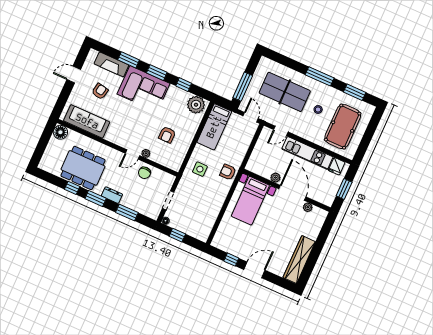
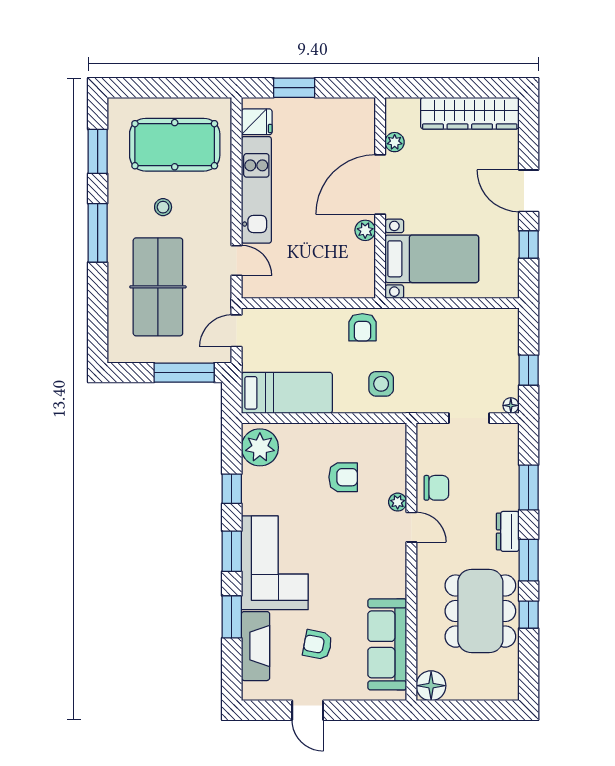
plant: (275, 178) -> (365, 230), moved
wall: (287, 190) -> (380, 198), moved
door: (292, 193) -> (380, 184), moved
bed with nightstands: (250, 201) -> (432, 259), moved
plant: (308, 207) -> (395, 142), moved

